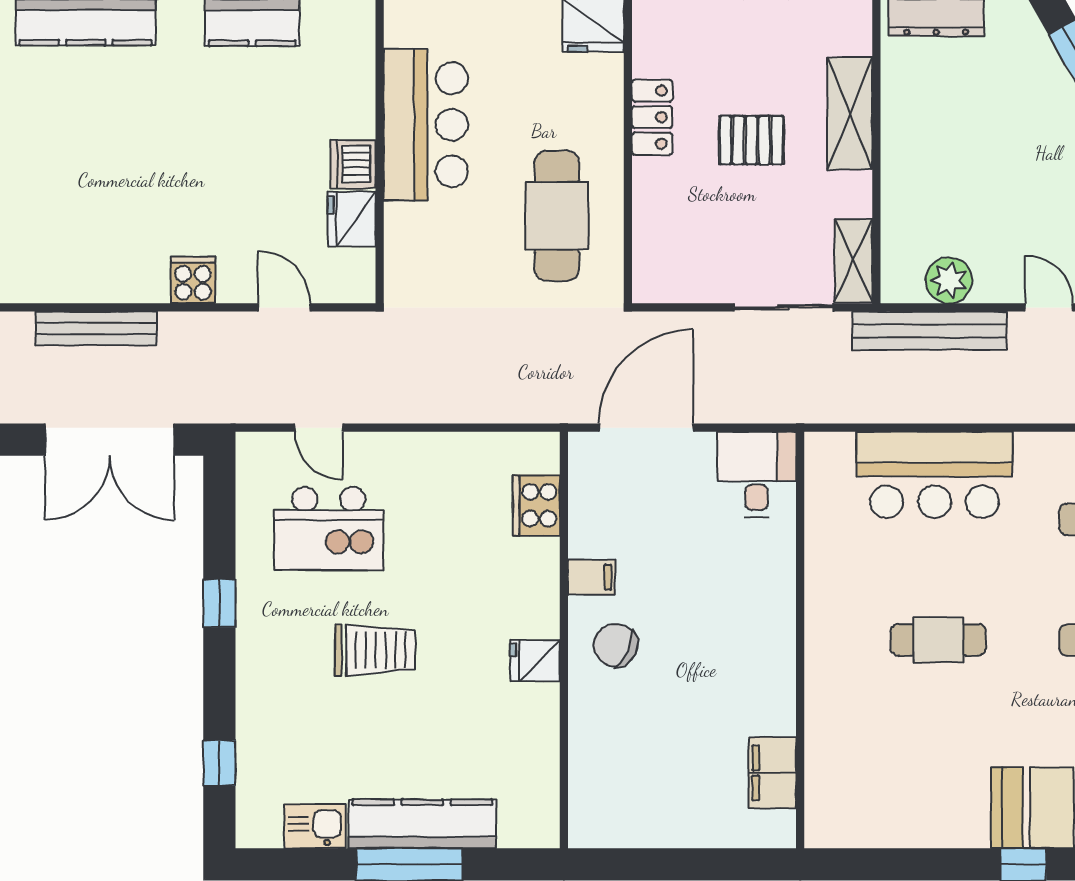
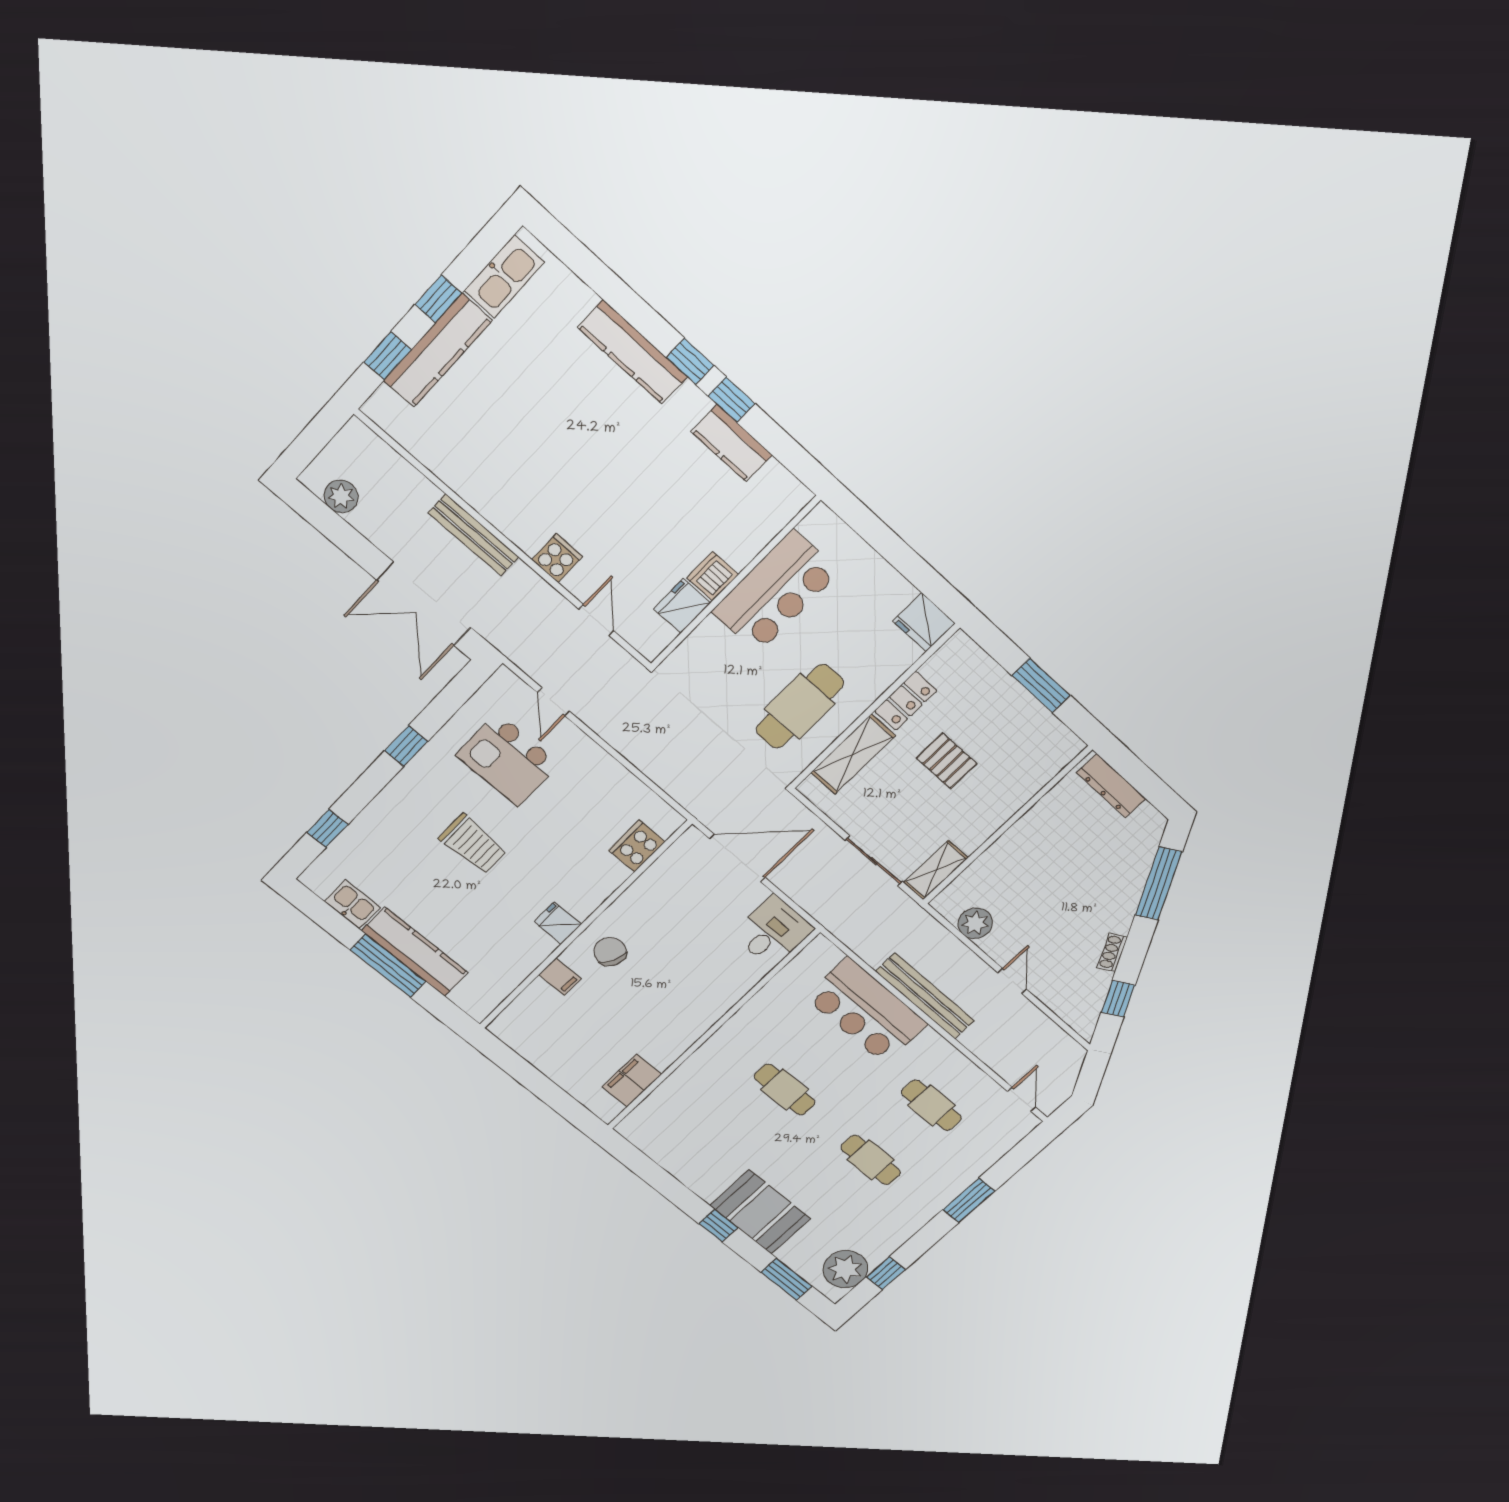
shelving: (850, 113) -> (853, 754), moved
bench: (930, 331) -> (925, 996), moved
filing cabinet: (591, 577) -> (560, 977), moved

